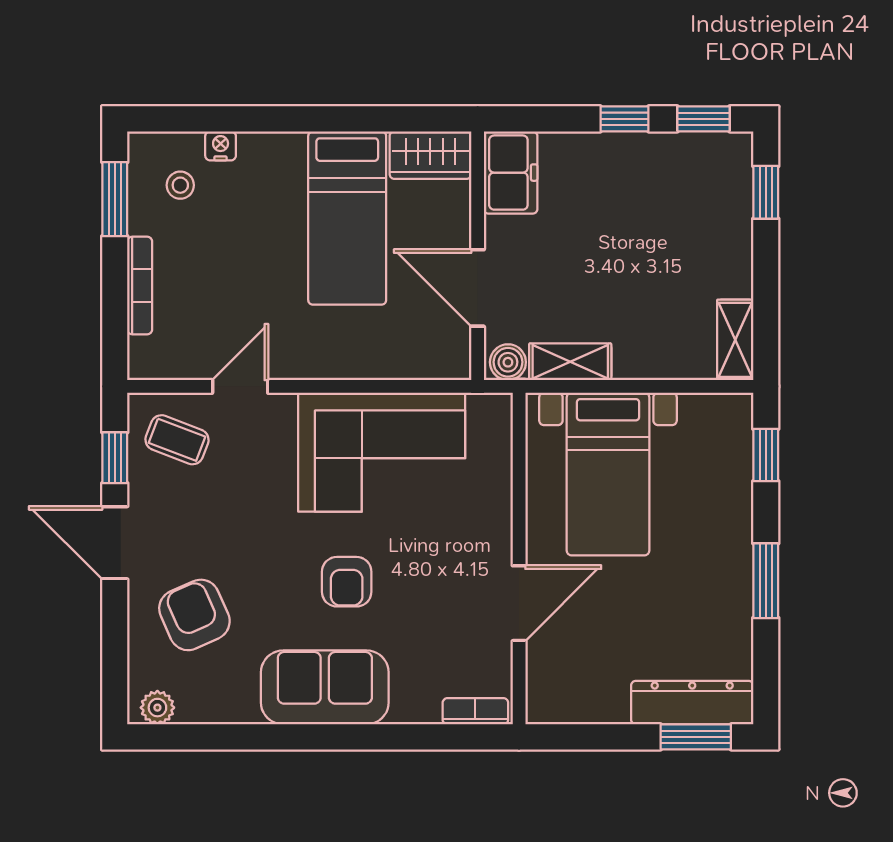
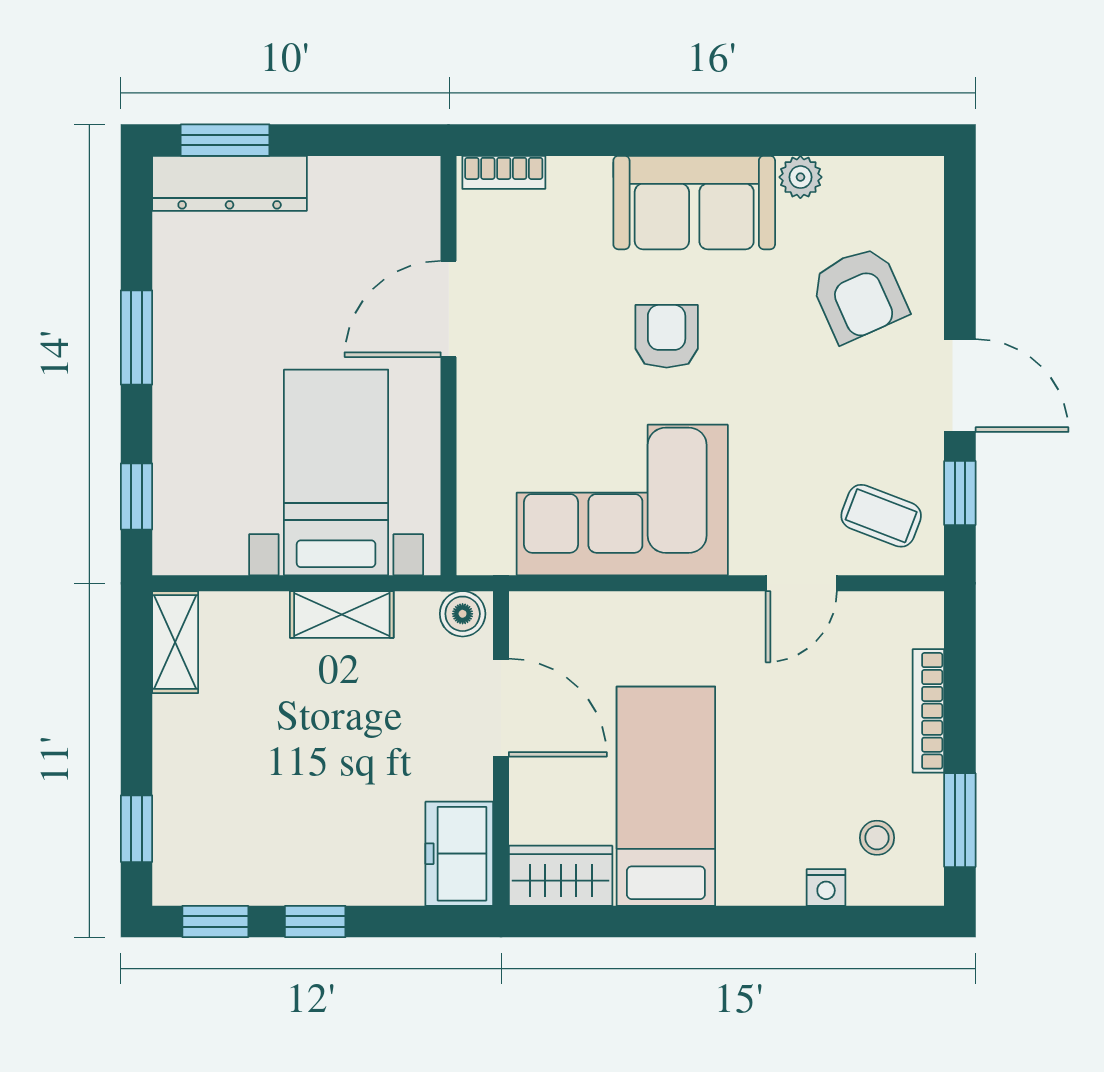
shelving: (570, 362) -> (342, 614), moved
plant: (157, 708) -> (800, 177), moved

